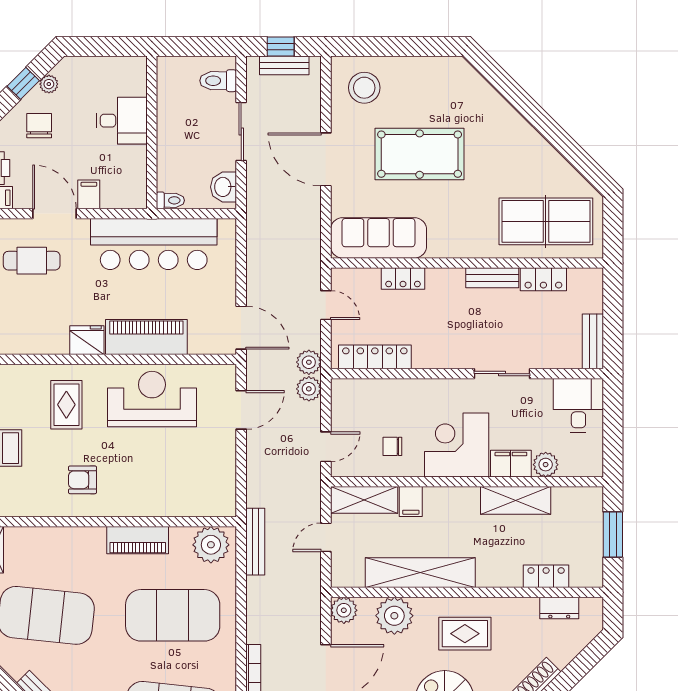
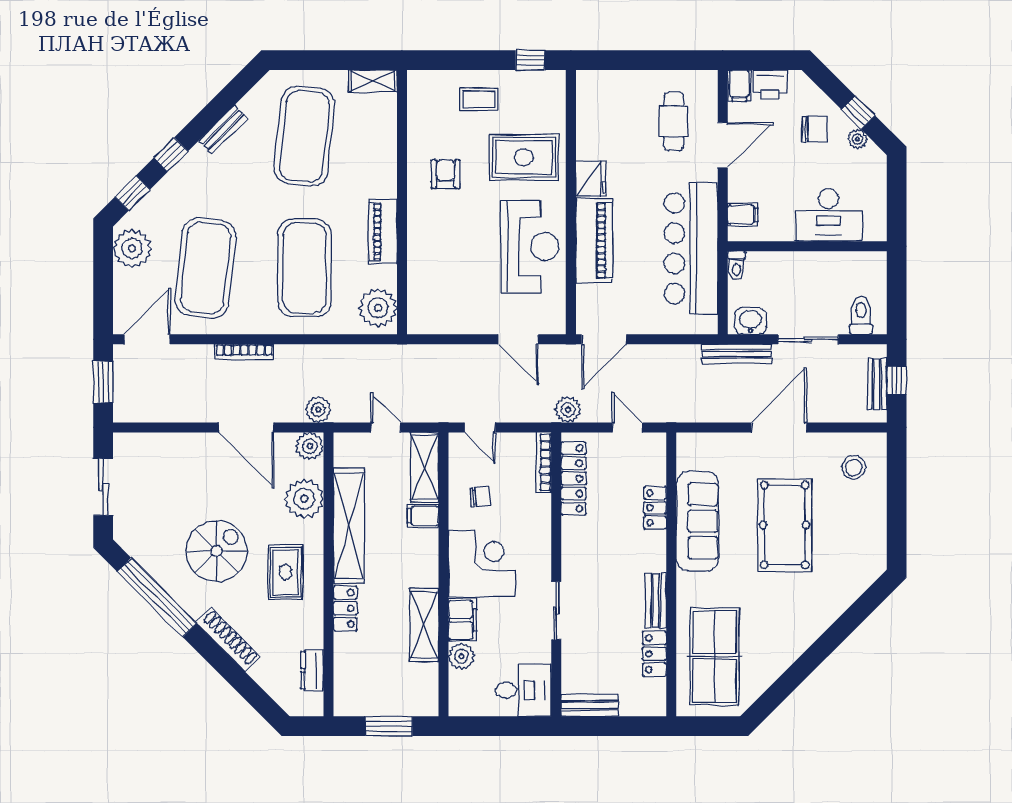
stool: (364, 88) -> (854, 467), width x0.73, depth x0.73
desk: (122, 121) -> (829, 215), width x1.37
filing cabinet: (89, 194) -> (743, 215), moved
sofa: (378, 238) -> (697, 521), moved
door: (326, 305) -> (627, 427), swing flipped
bookcase: (359, 386) -> (544, 462), added
plant: (309, 389) -> (318, 410), moved
rug: (66, 405) -> (524, 157), width x1.36, depth x1.43
chair: (392, 446) -> (480, 497), turned 86
bench: (255, 542) -> (737, 354), moved
locker: (546, 576) -> (345, 608), moved

